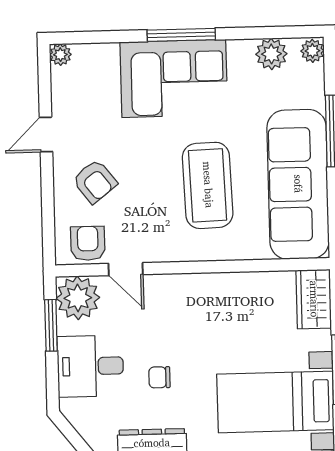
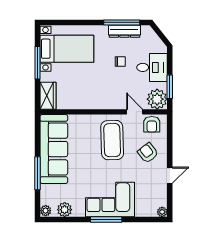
coffee table: (208, 185) -> (112, 140), moved

